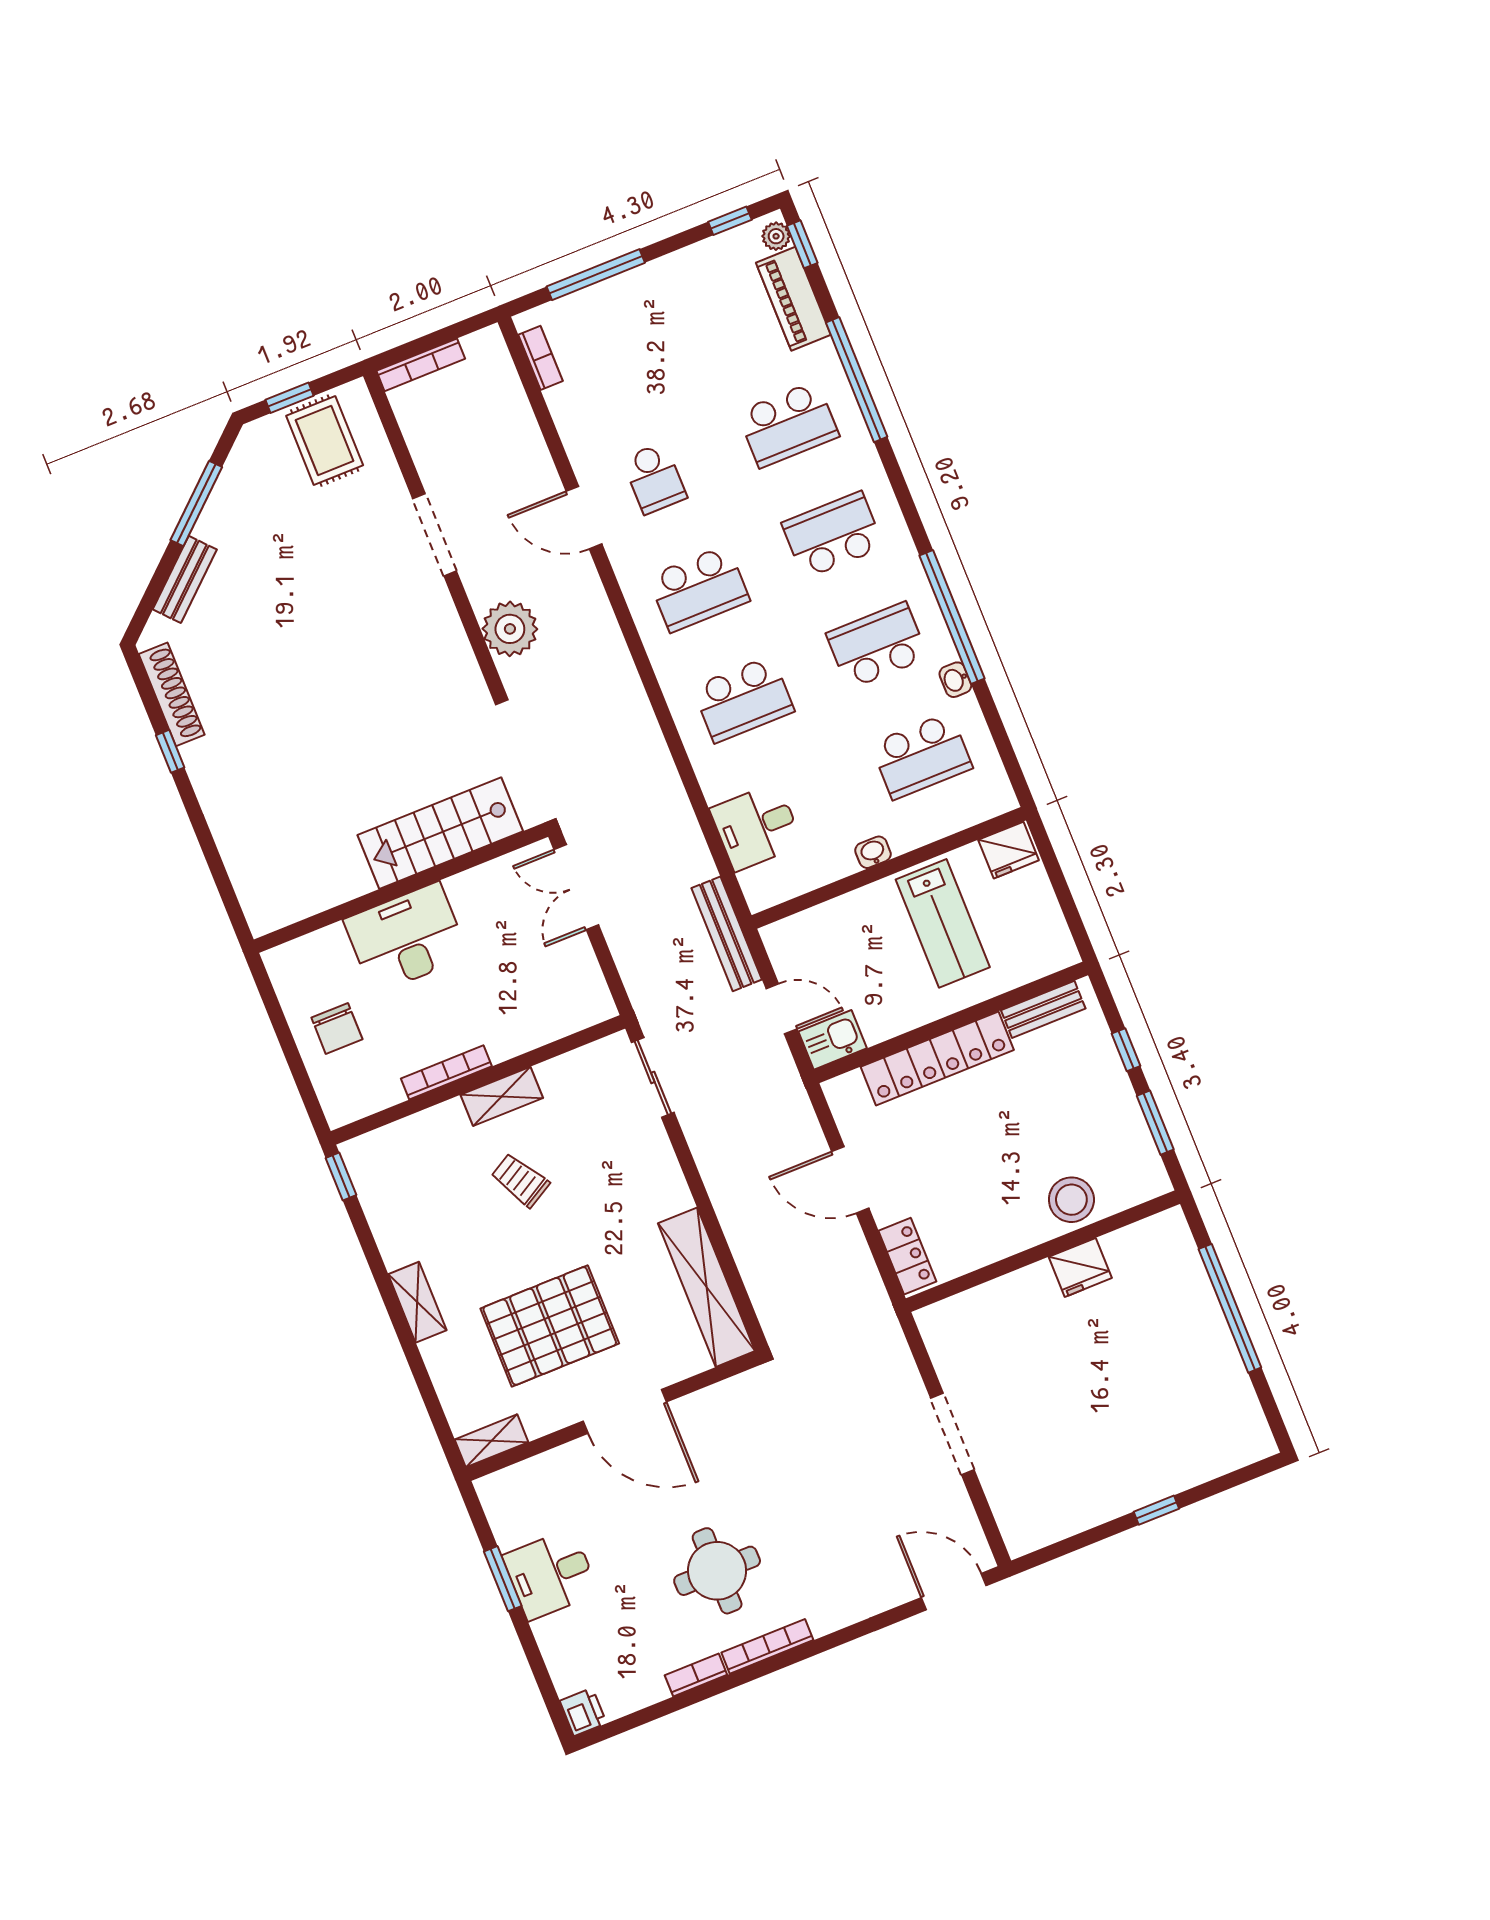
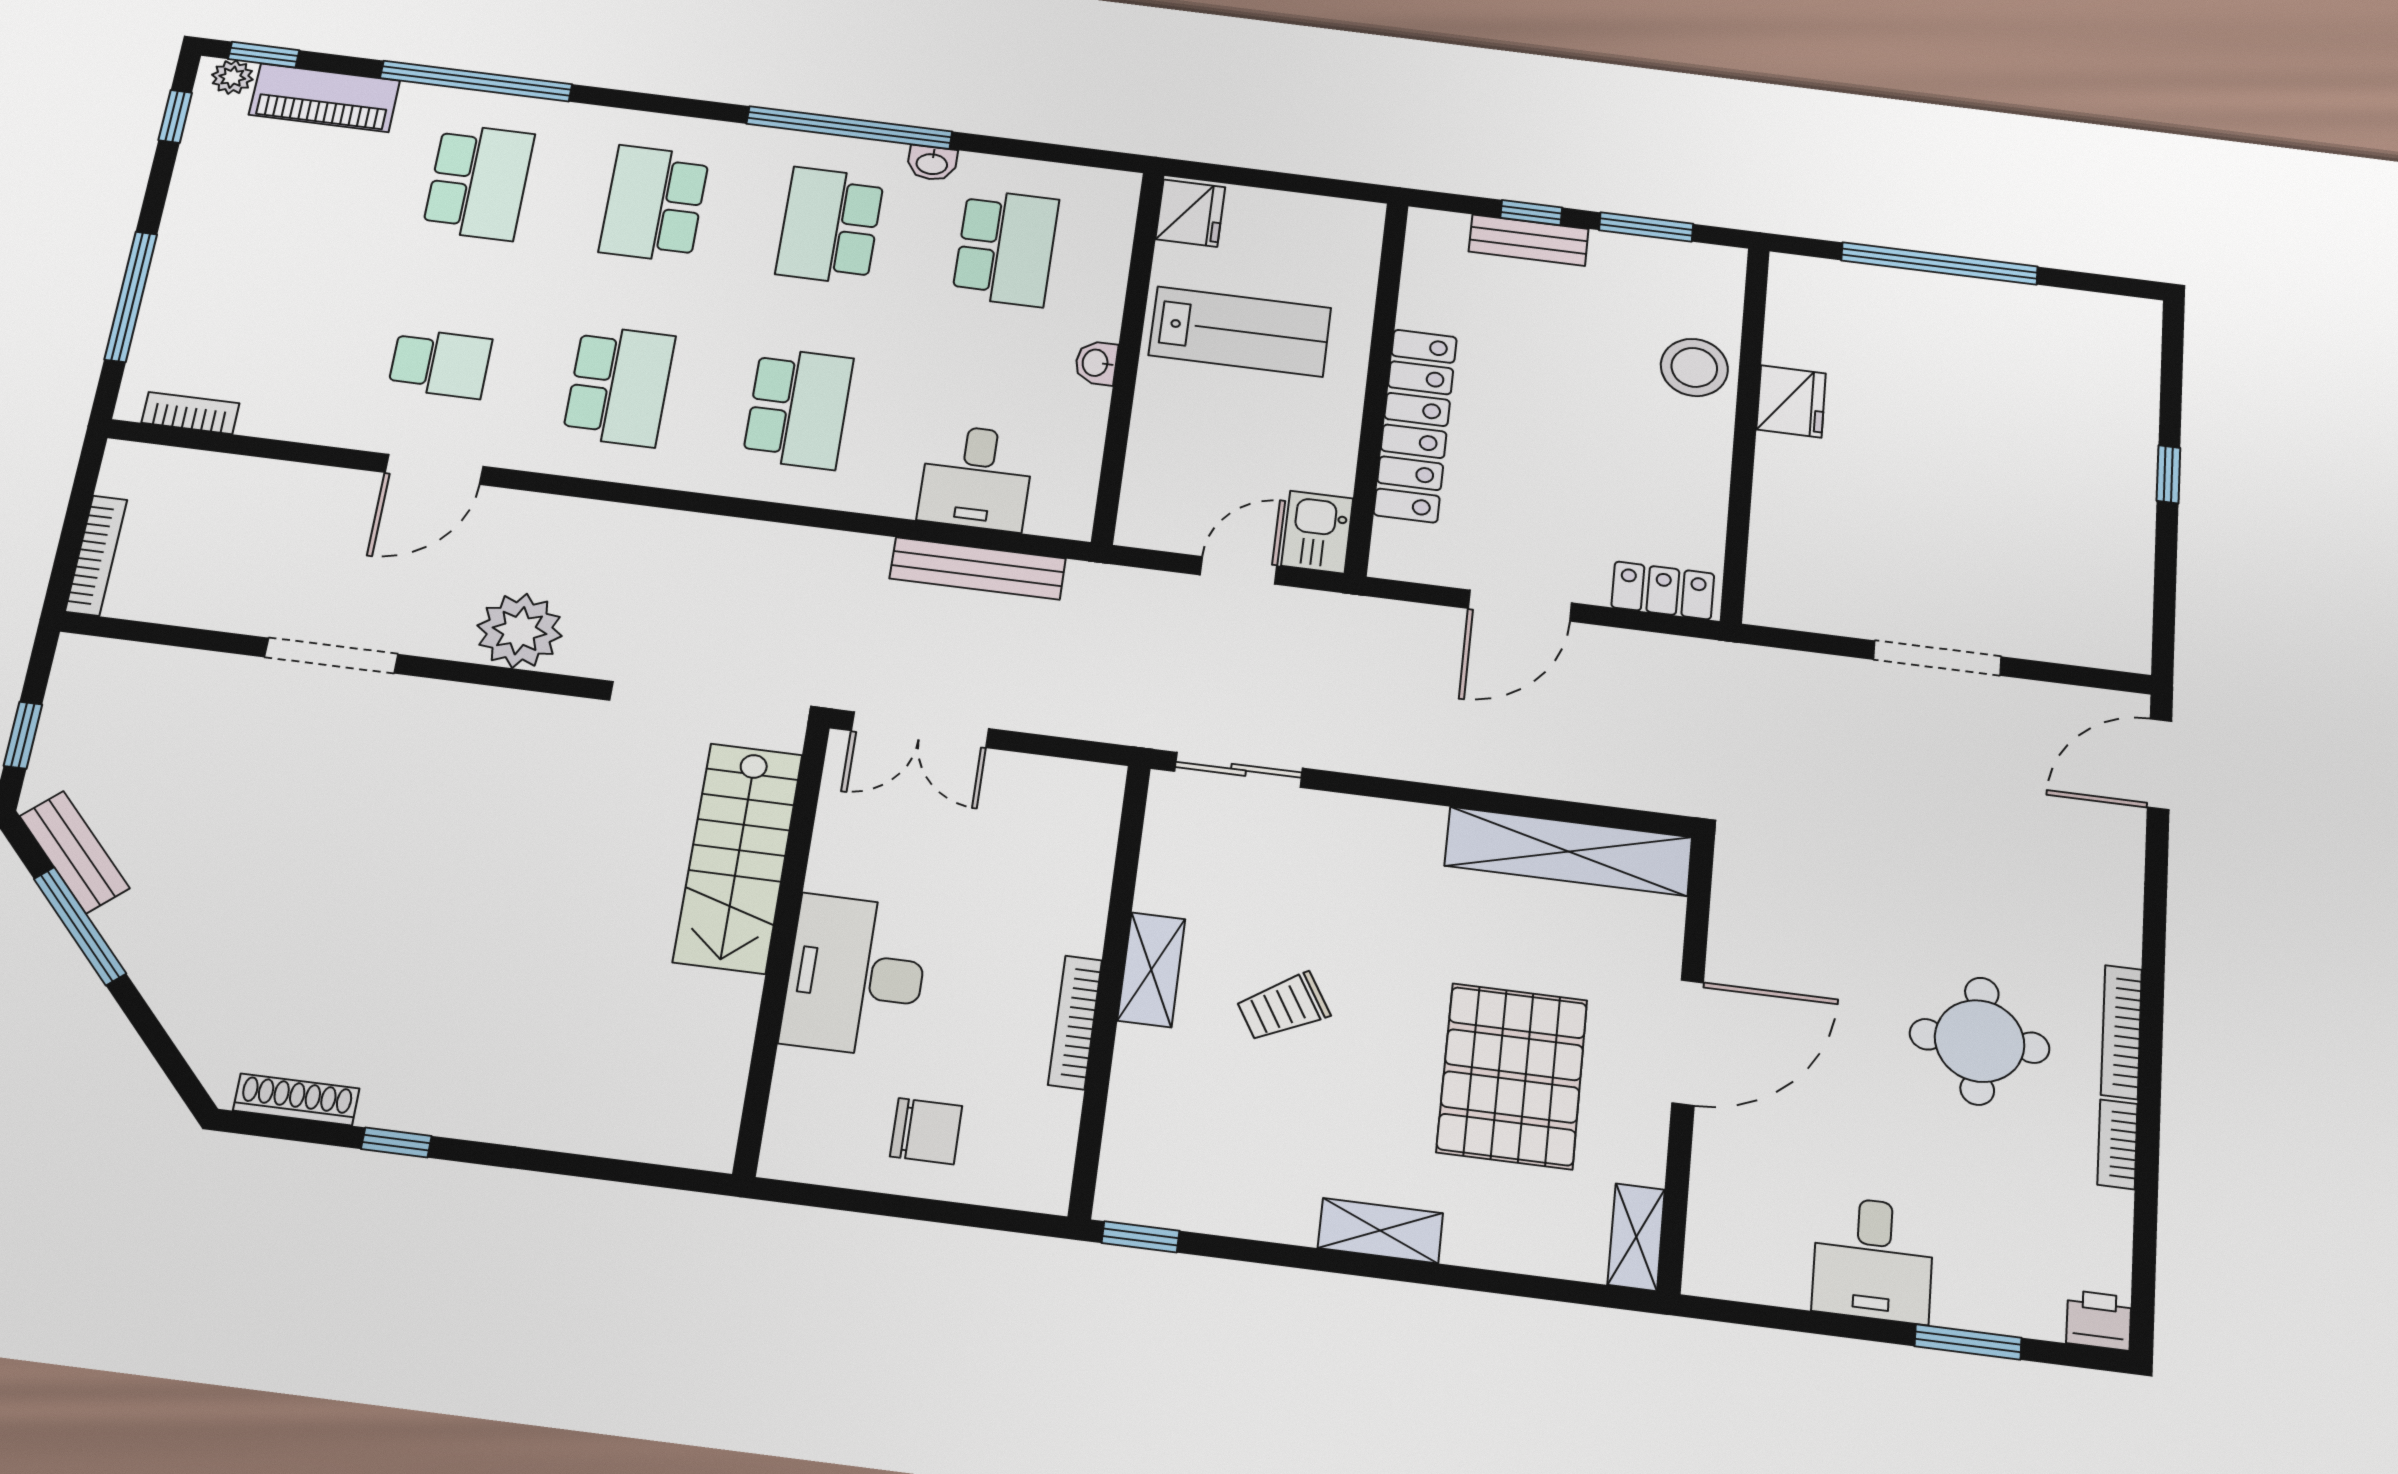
rug: (325, 441) -> (111, 723), removed
bench: (185, 579) -> (75, 852), moved
shoe rack: (172, 694) -> (296, 1100), width x0.74, depth x0.81
bench: (727, 934) -> (978, 569), moved
bench: (1043, 1009) -> (1529, 240), moved, turned 90
window: (503, 1579) -> (1968, 1342), moved

